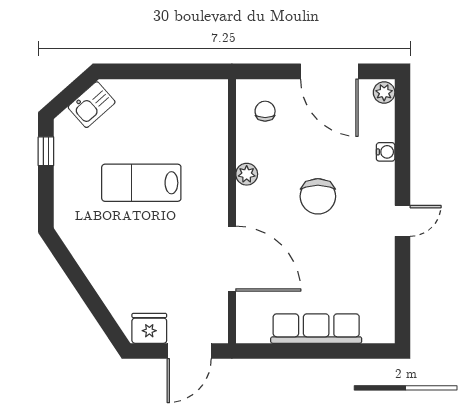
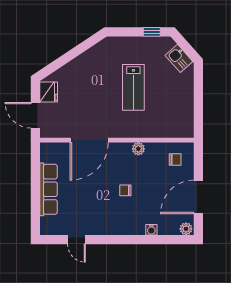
lab bench: (141, 183) -> (133, 87), turned 180
chair: (318, 196) -> (125, 190), width x0.54, depth x0.54
door: (403, 221) -> (76, 240), moved

